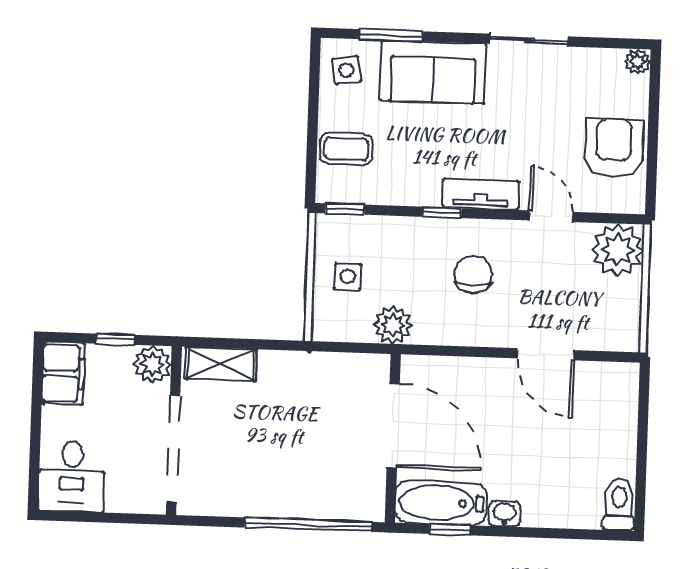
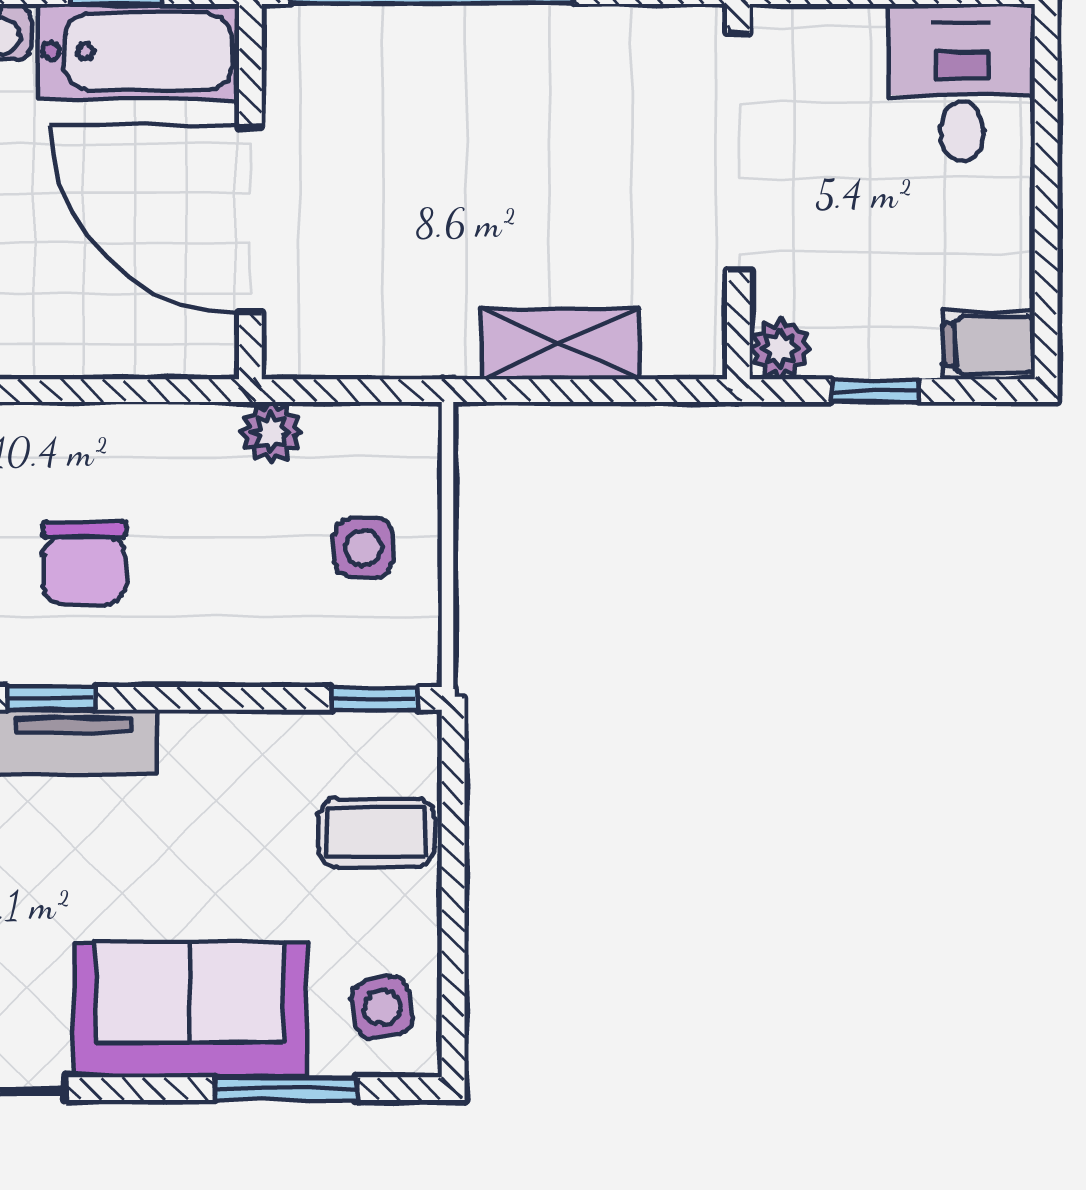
window: (442, 212) -> (51, 698), moved
plant: (393, 325) -> (271, 432), width x0.73, depth x0.73
plant: (152, 364) -> (780, 349), width x0.73, depth x0.73
shelving: (221, 364) -> (561, 344), moved
filing cabinet: (63, 373) -> (989, 345), width x0.50

